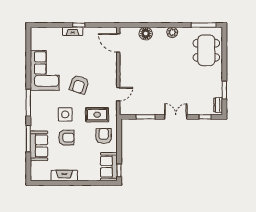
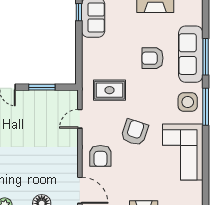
side table: (65, 114) -> (188, 102), moved
armchair: (104, 136) -> (100, 156), moved
sofa: (39, 146) -> (191, 54), width x1.36

